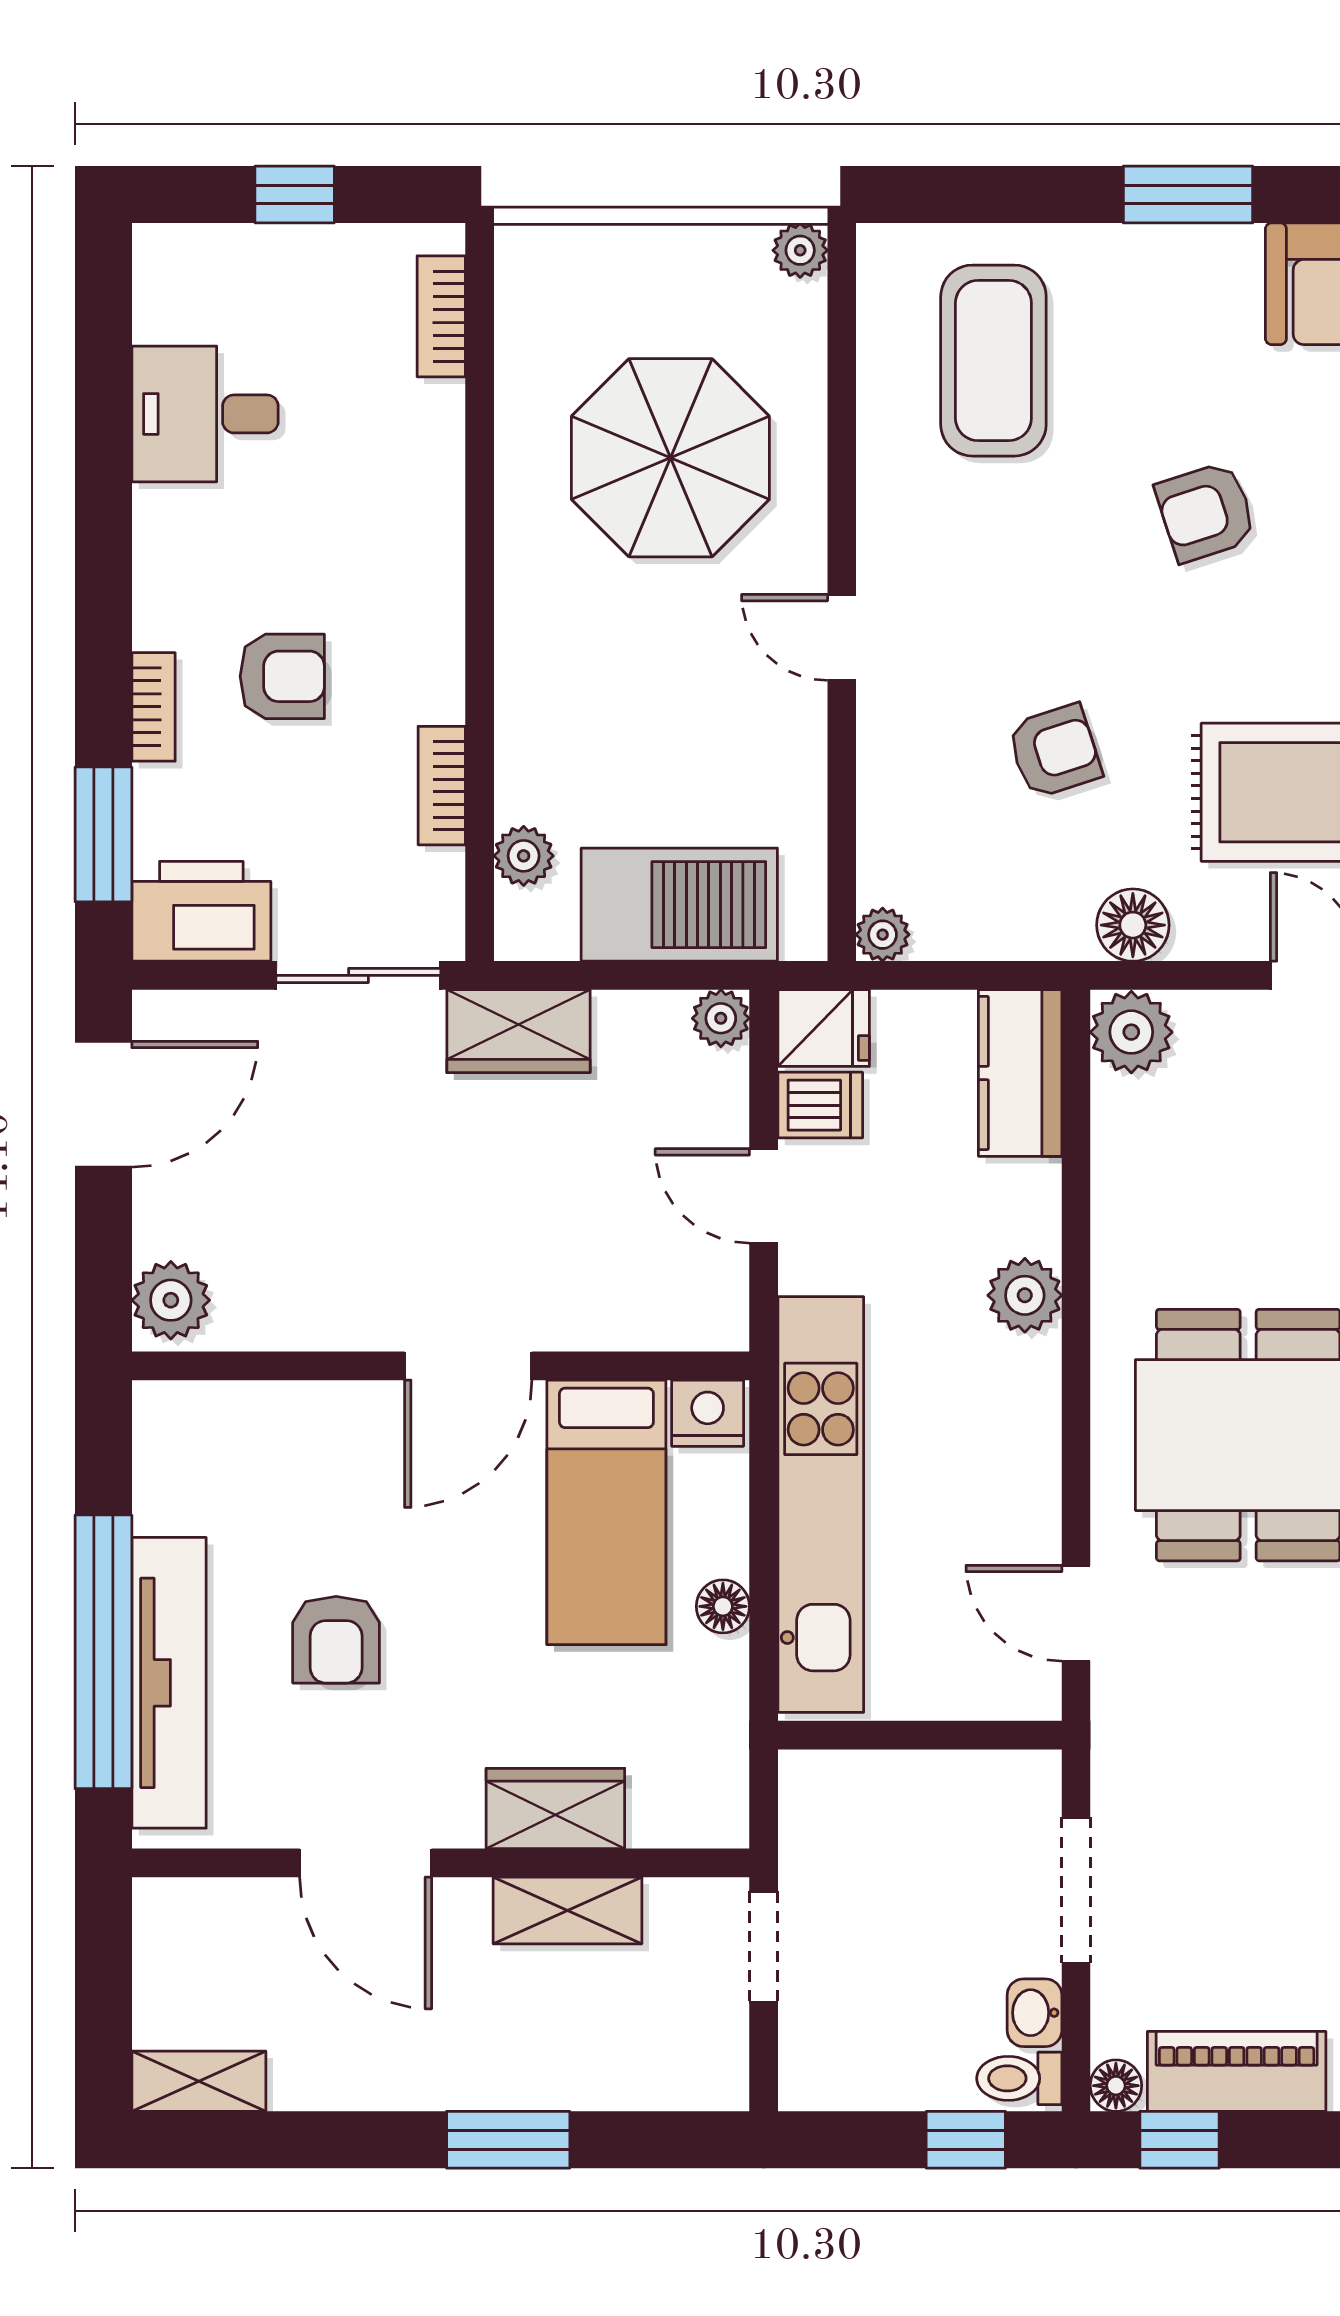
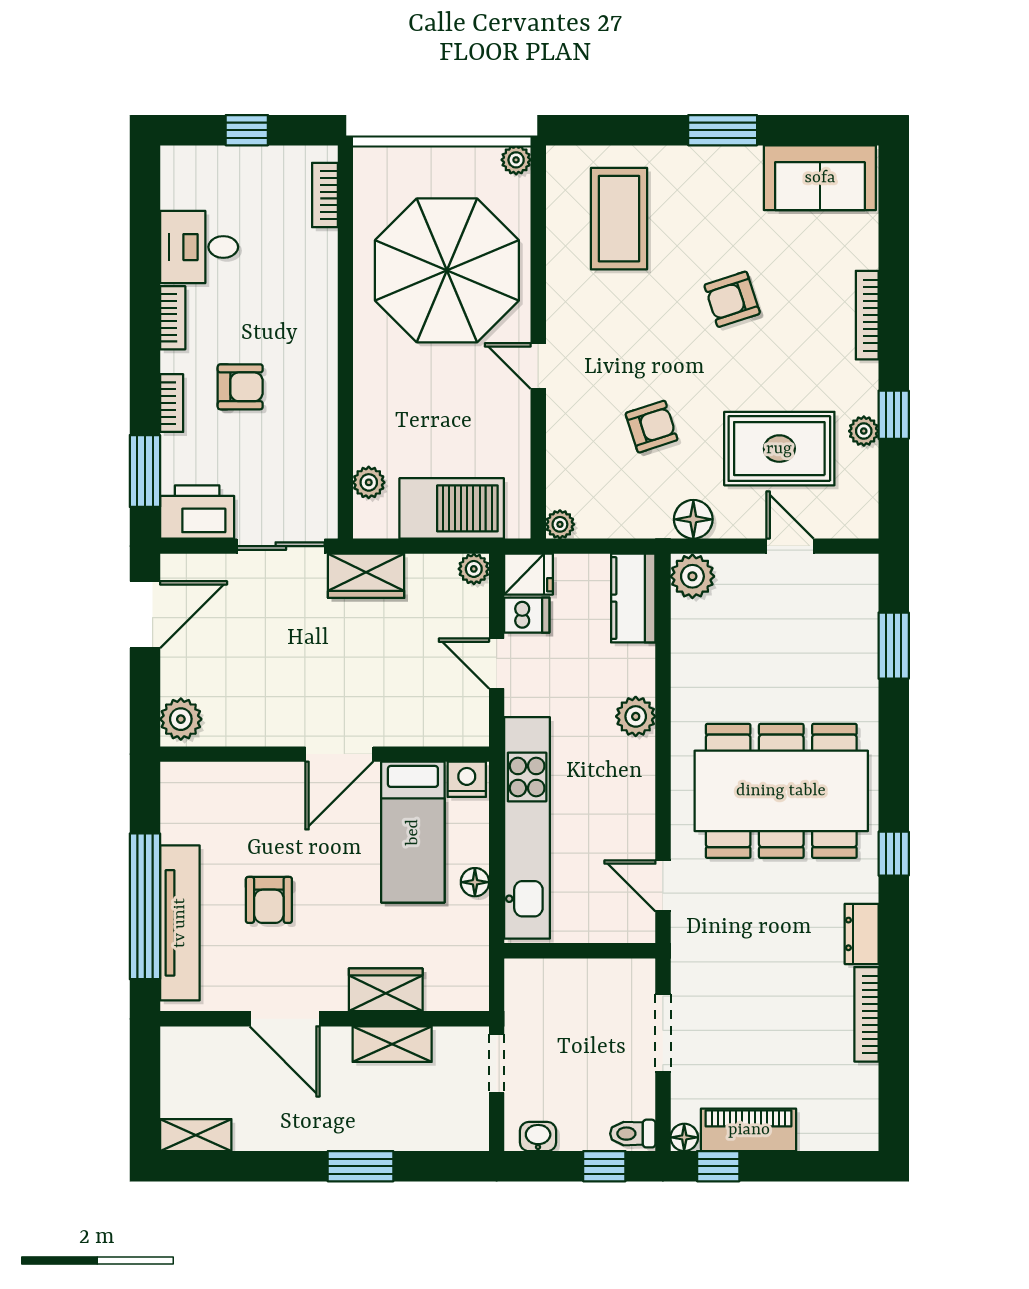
parasol: (670, 458) -> (447, 270), width x1.36, depth x1.36
bookcase: (442, 786) -> (173, 318), moved, turned 180
washbasin: (1034, 2013) -> (538, 1137), moved, turned 90

